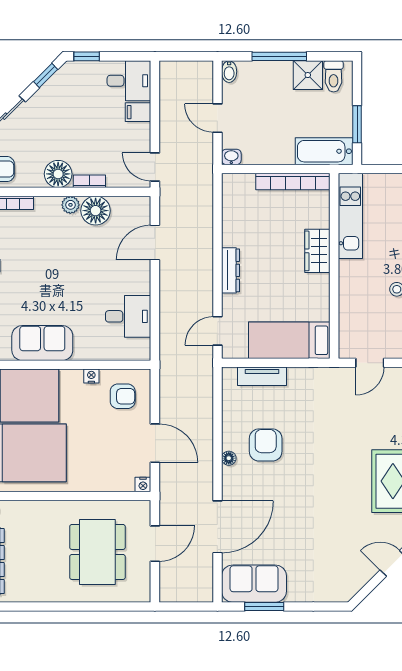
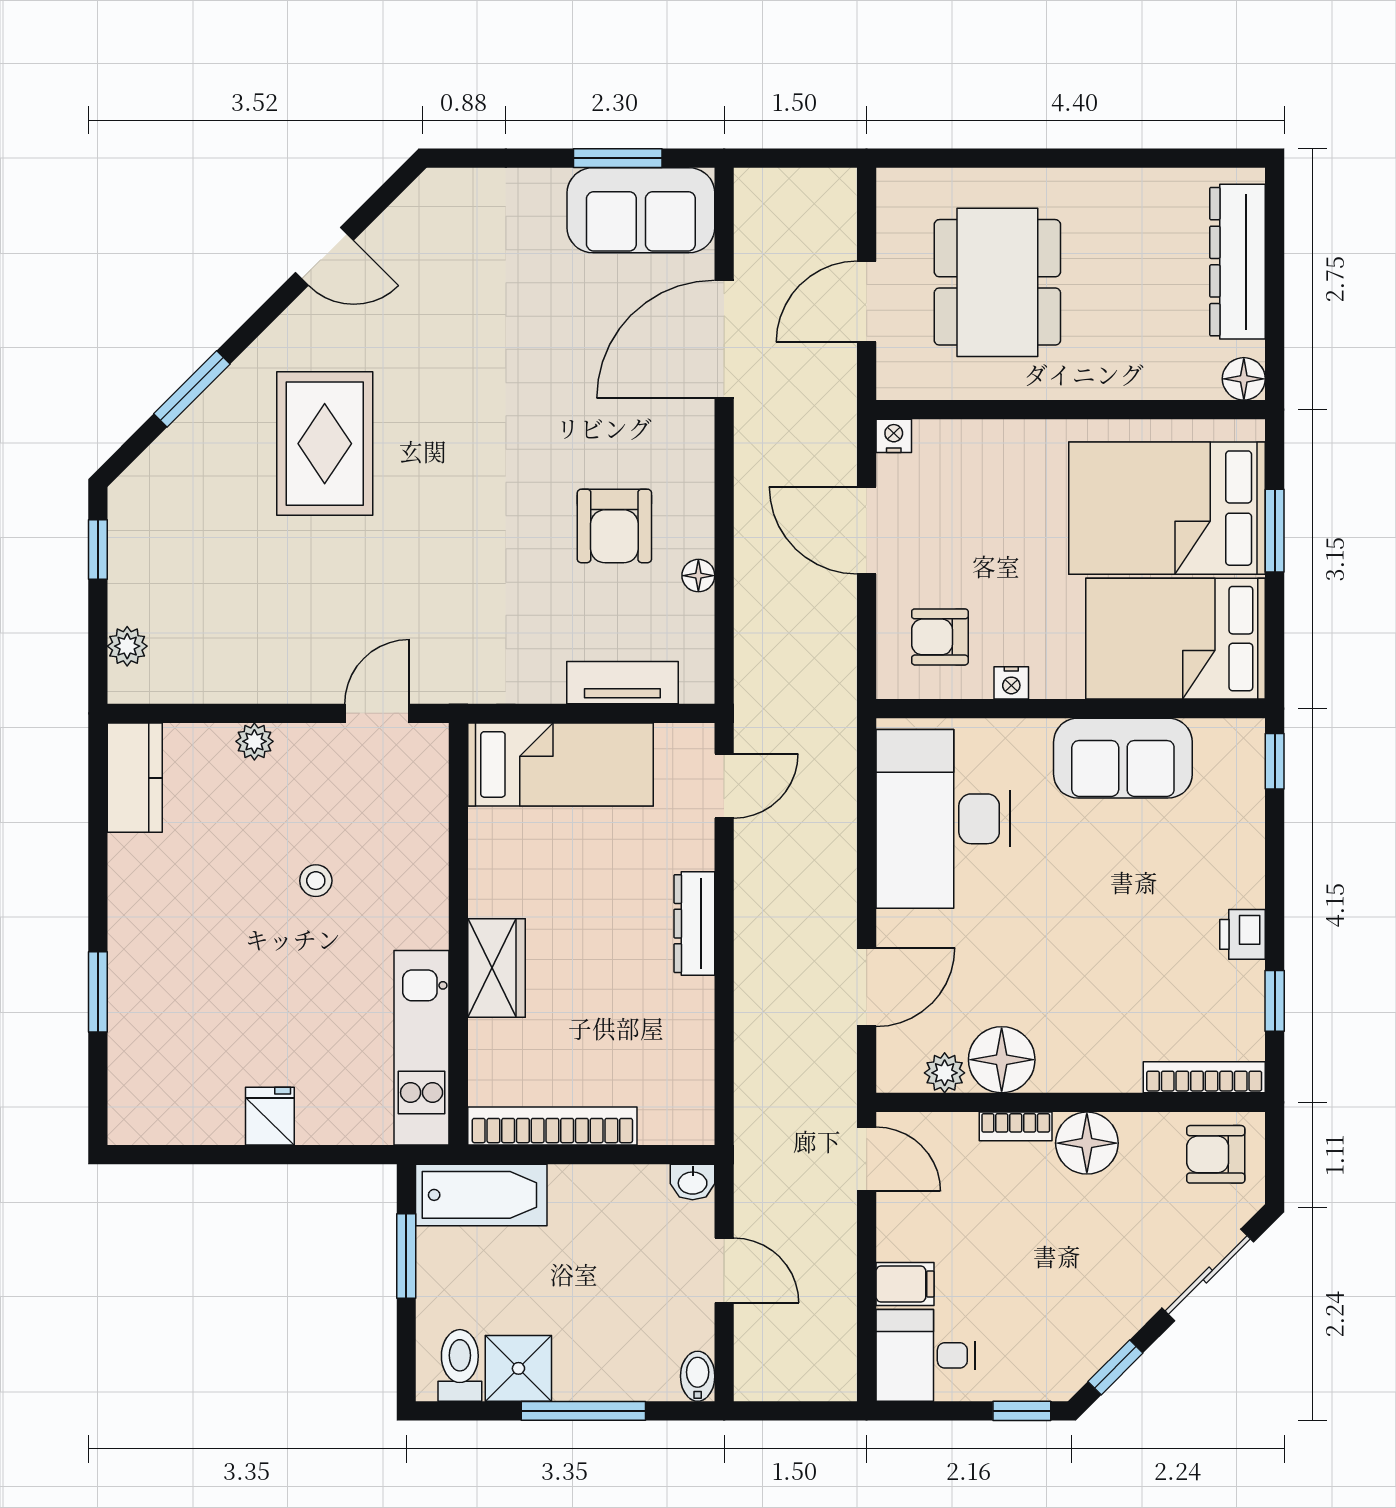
plant: (70, 205) -> (945, 1073), moved
desk: (128, 316) -> (943, 819), width x1.87, depth x1.30
floor lamp: (229, 458) -> (698, 576), moved

